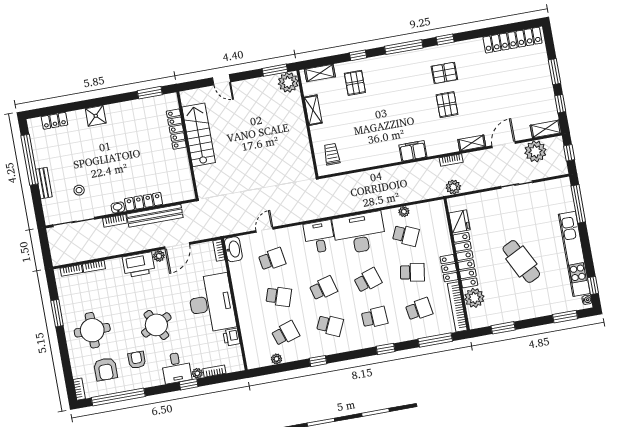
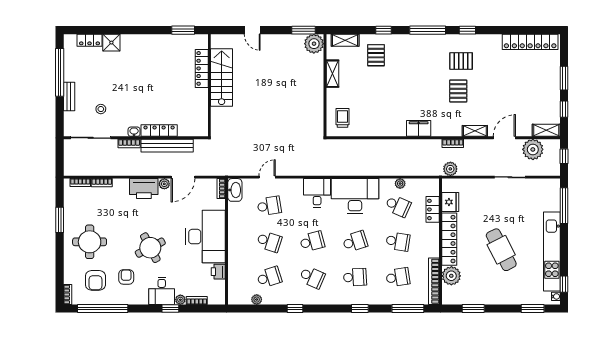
shower: (96, 116) -> (111, 43), moved
locker: (449, 268) -> (433, 209), moved

